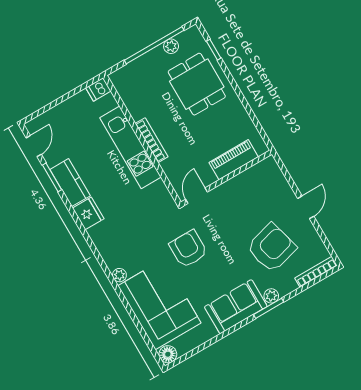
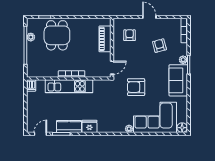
dining table: (197, 84) -> (57, 35), turned 90
door: (34, 146) -> (40, 134), hinge flipped
armchair: (261, 193) -> (130, 35), added
door: (197, 196) -> (112, 68), swing flipped
armchair: (272, 248) -> (159, 46), width x0.53, depth x0.53

